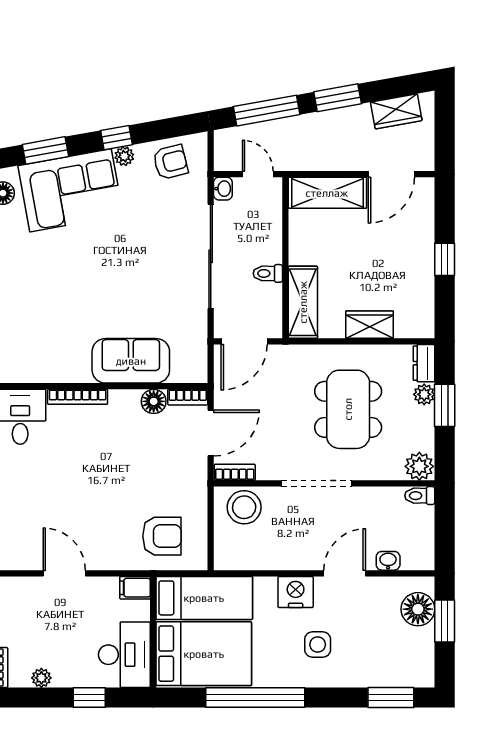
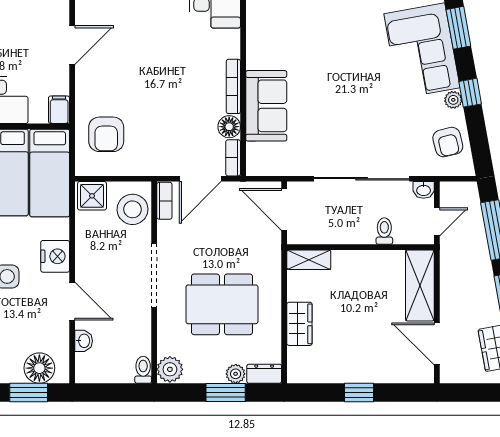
toilet: (268, 273) -> (384, 231), moved
shelving: (303, 302) -> (309, 260), width x0.67, depth x0.75
bookcase: (78, 397) -> (233, 86), moved
door: (211, 433) -> (200, 179), hinge flipped
shower: (229, 552) -> (92, 196), added

